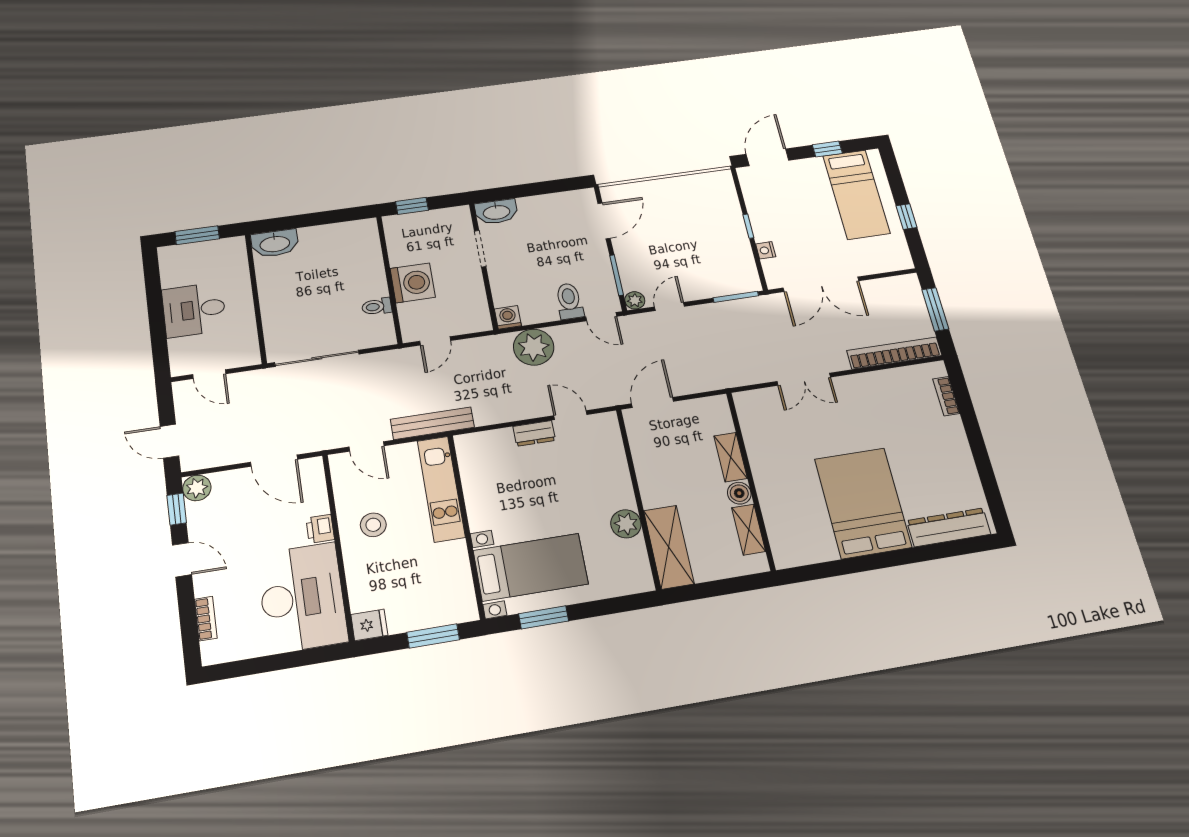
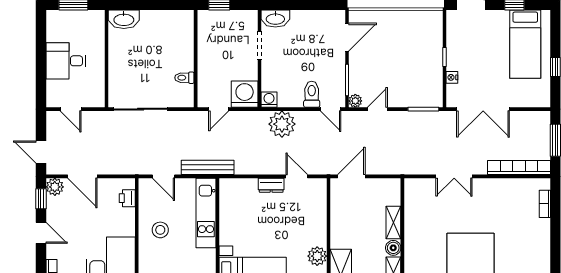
washing machine: (413, 283) -> (245, 94), moved, turned -90
door: (274, 461) -> (82, 176), moved
printer: (320, 529) -> (127, 198), moved

